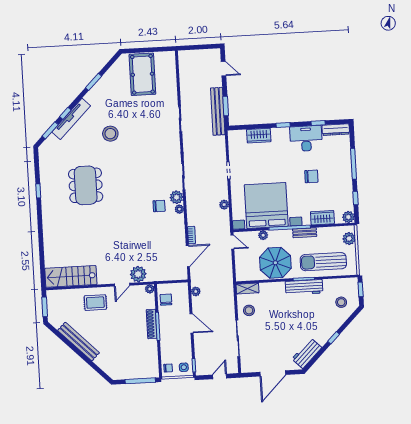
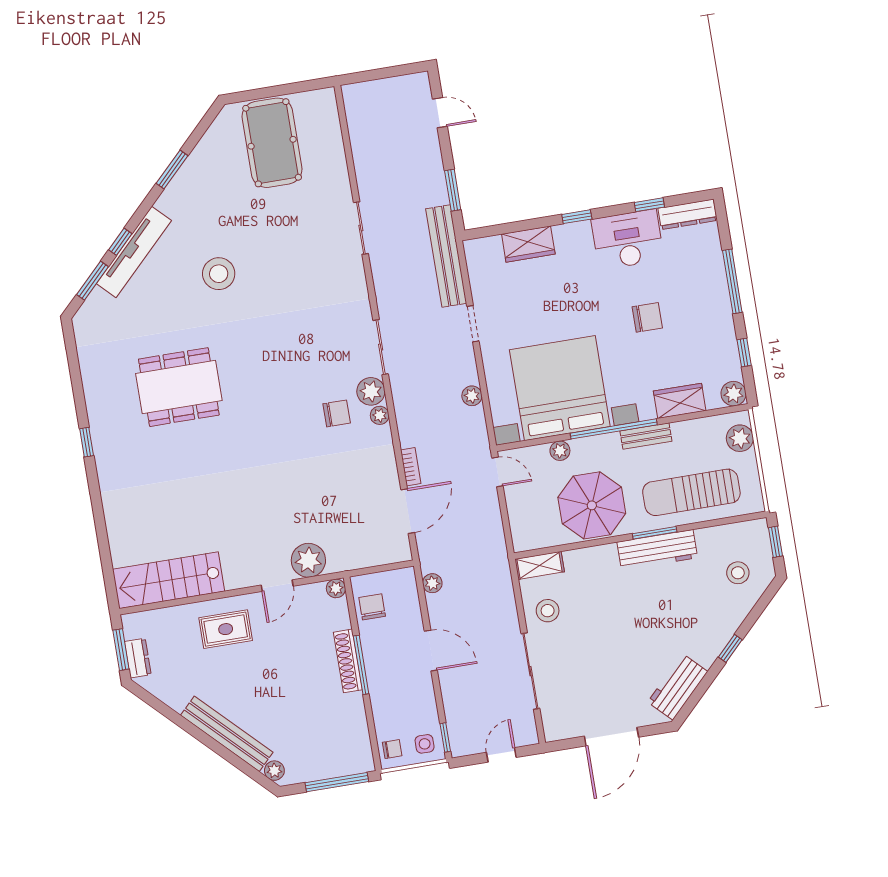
bench: (218, 111) -> (446, 256), moved
dining table: (86, 185) -> (179, 387), turned 90
window: (38, 191) -> (87, 442), moved
dresser: (52, 312) -> (138, 658), added
bench: (79, 342) -> (227, 734), moved
plant: (111, 372) -> (274, 771), added

